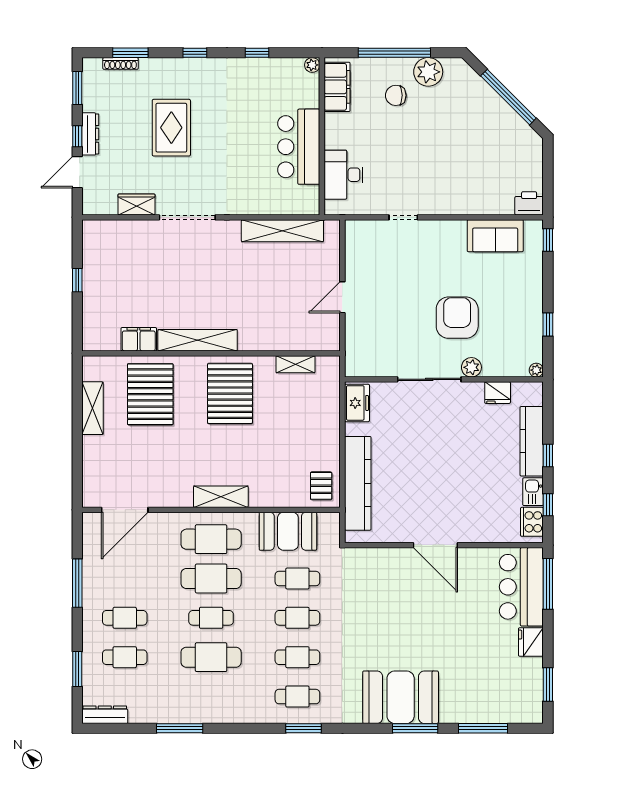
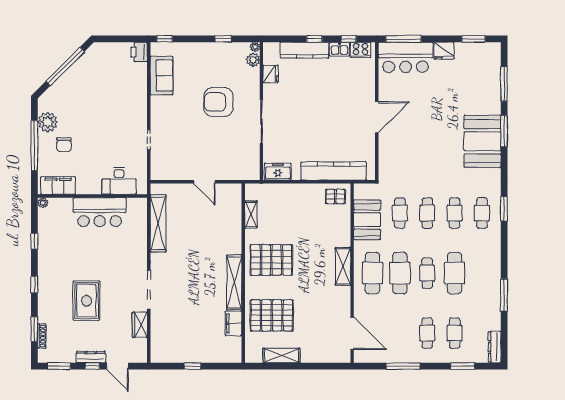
rug: (171, 128) -> (86, 301), turned 90
plant: (471, 367) -> (253, 60), moved

